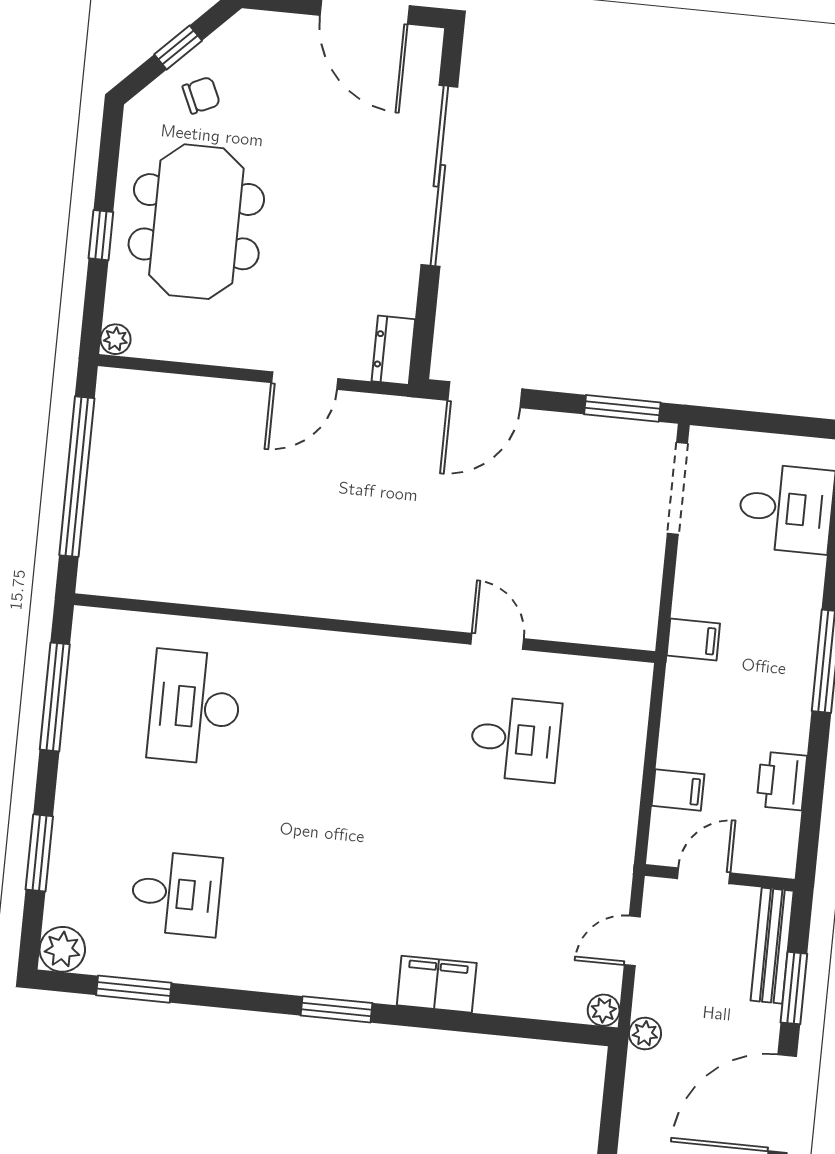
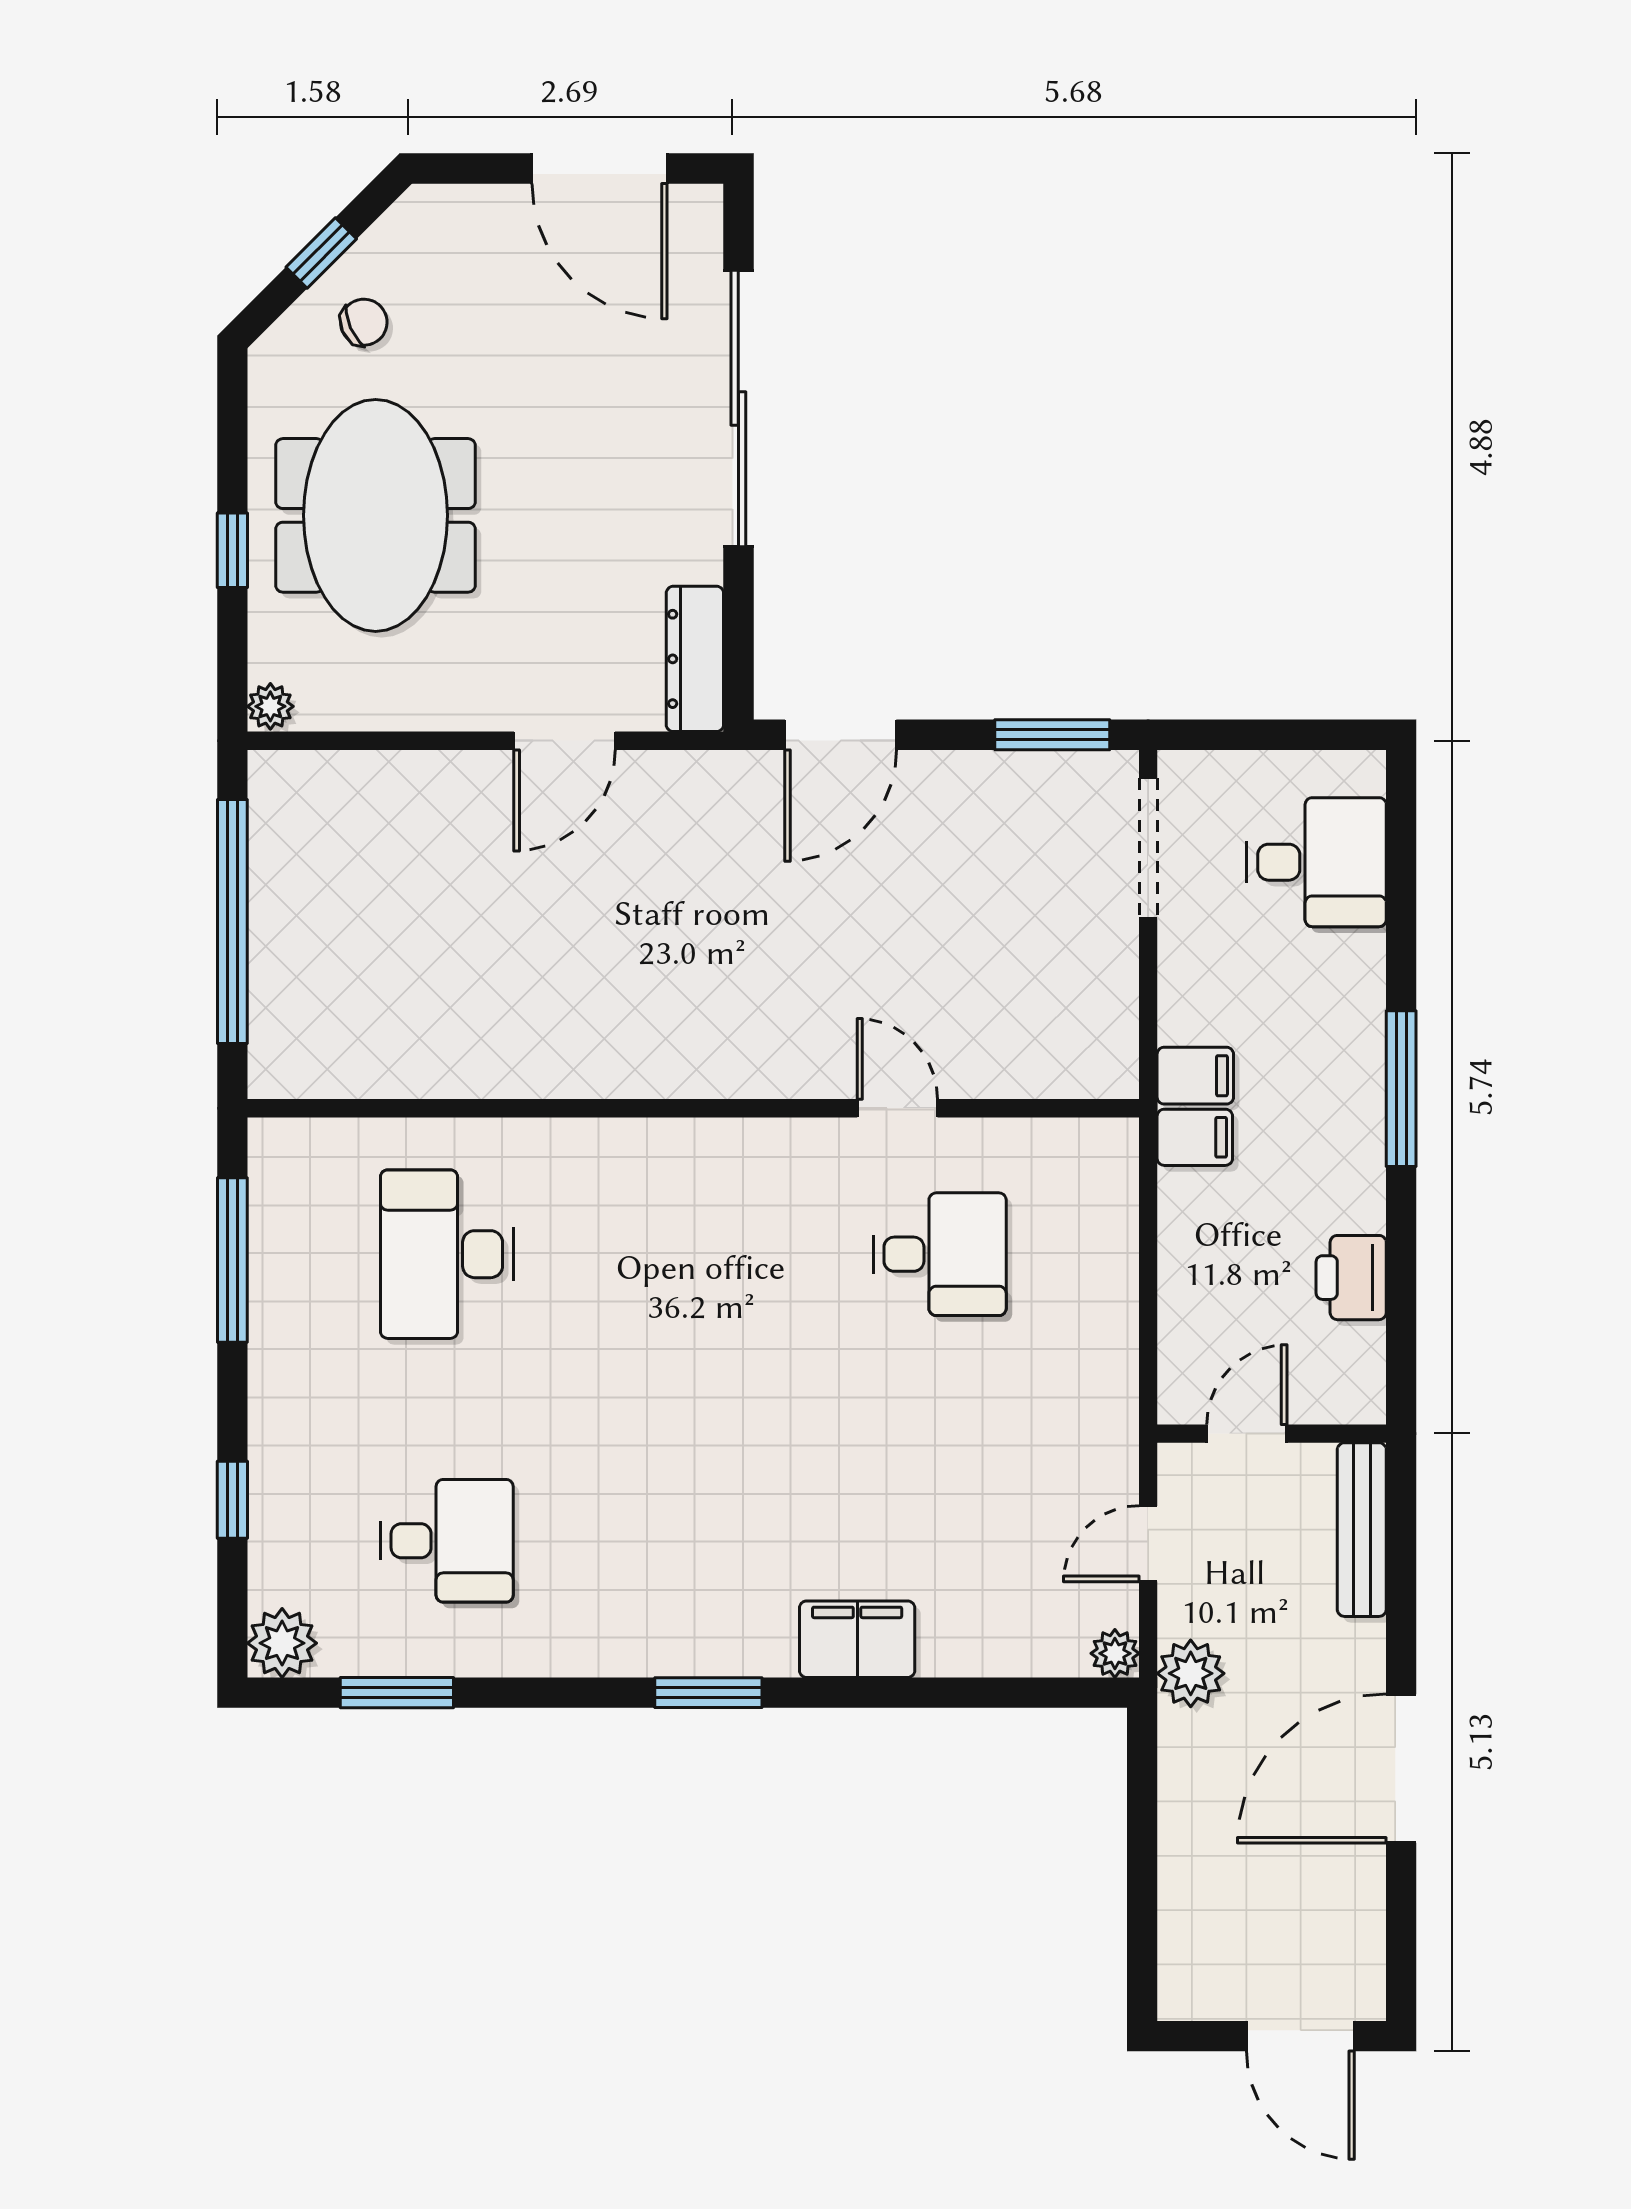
dresser: (393, 350) -> (695, 659), width x1.44
filing cabinet: (678, 790) -> (1195, 1137), moved
window: (39, 853) -> (232, 1500), width x0.67
window: (794, 988) -> (1401, 1591), removed
plant: (645, 1033) -> (1191, 1673), width x1.38, depth x1.38

